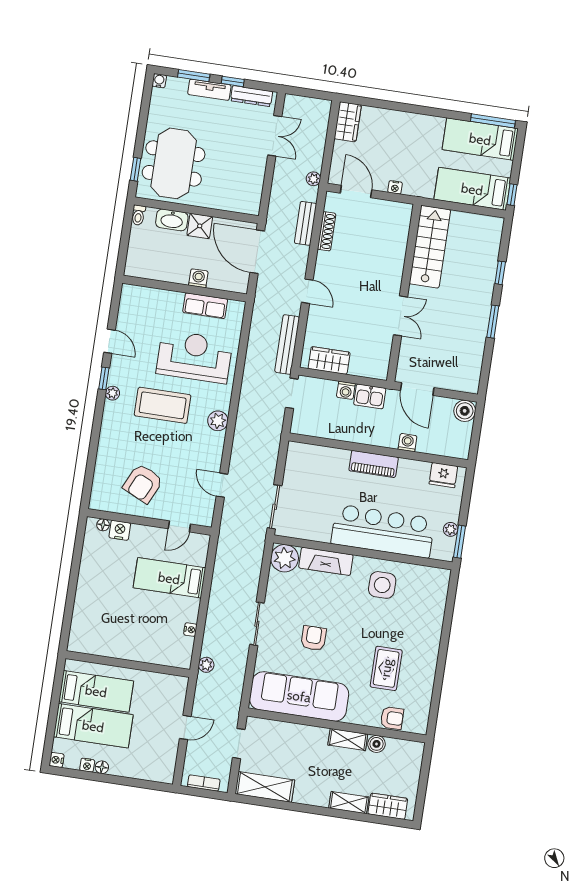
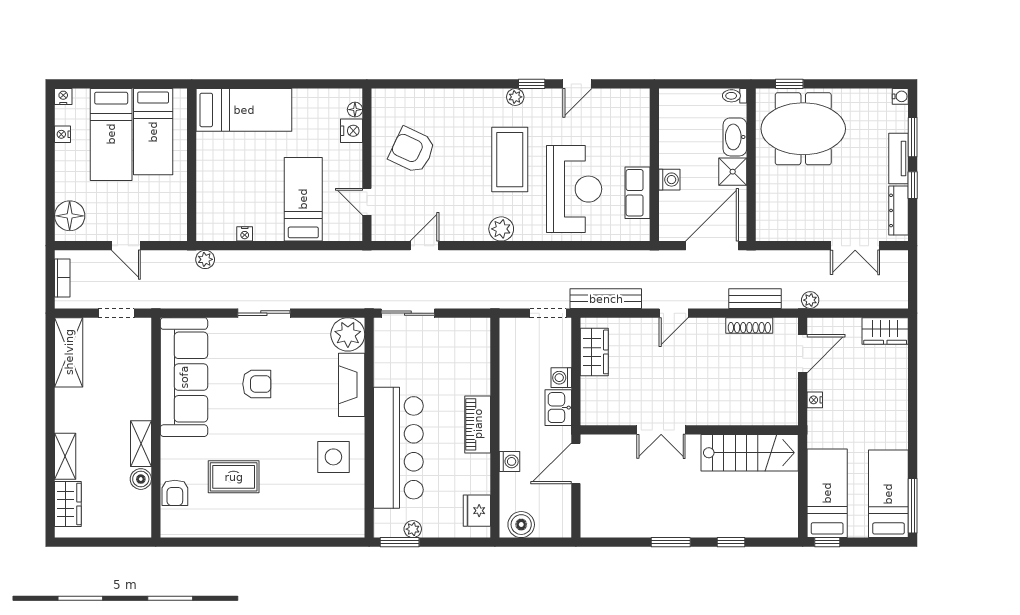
boiler: (465, 411) -> (521, 525), moved
bed: (90, 615) -> (244, 110), added
floor lamp: (102, 767) -> (70, 216), moved, width x1.89, depth x1.89

